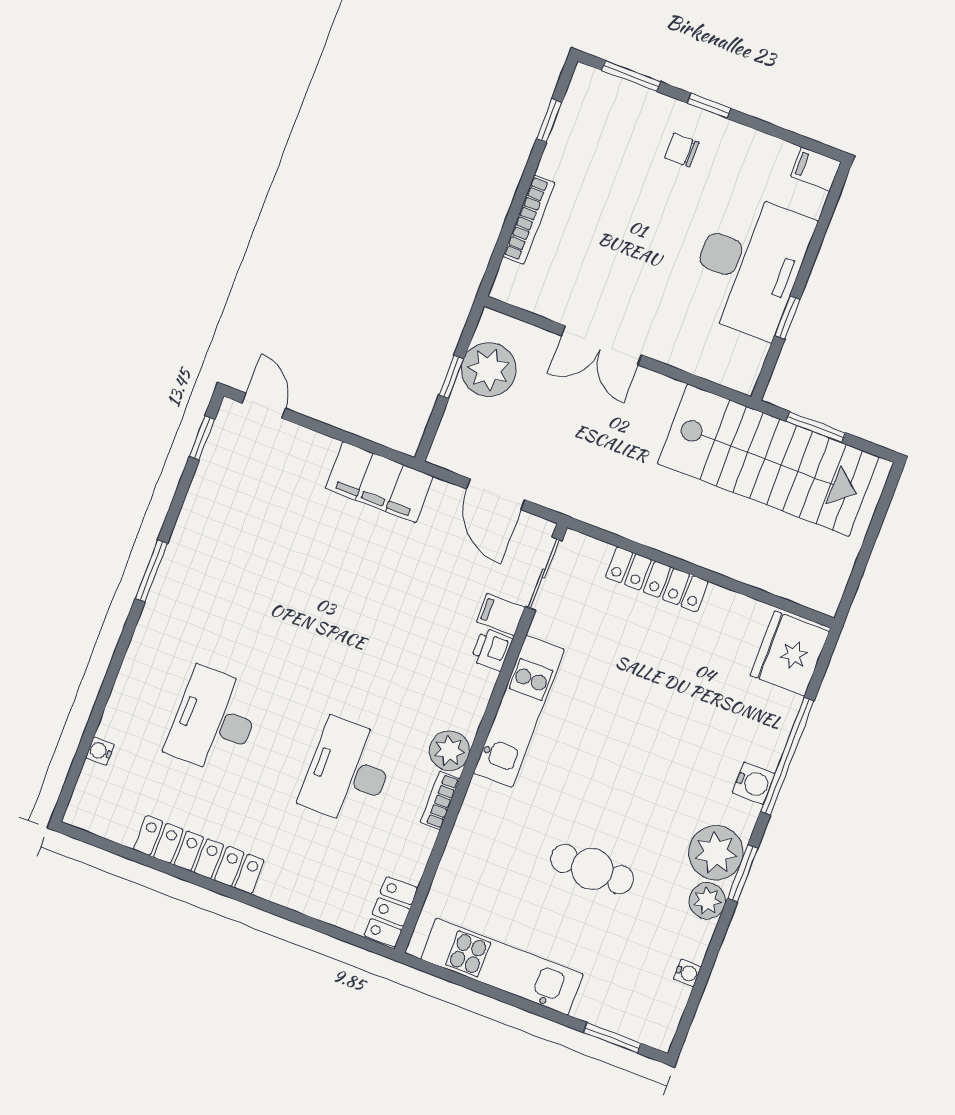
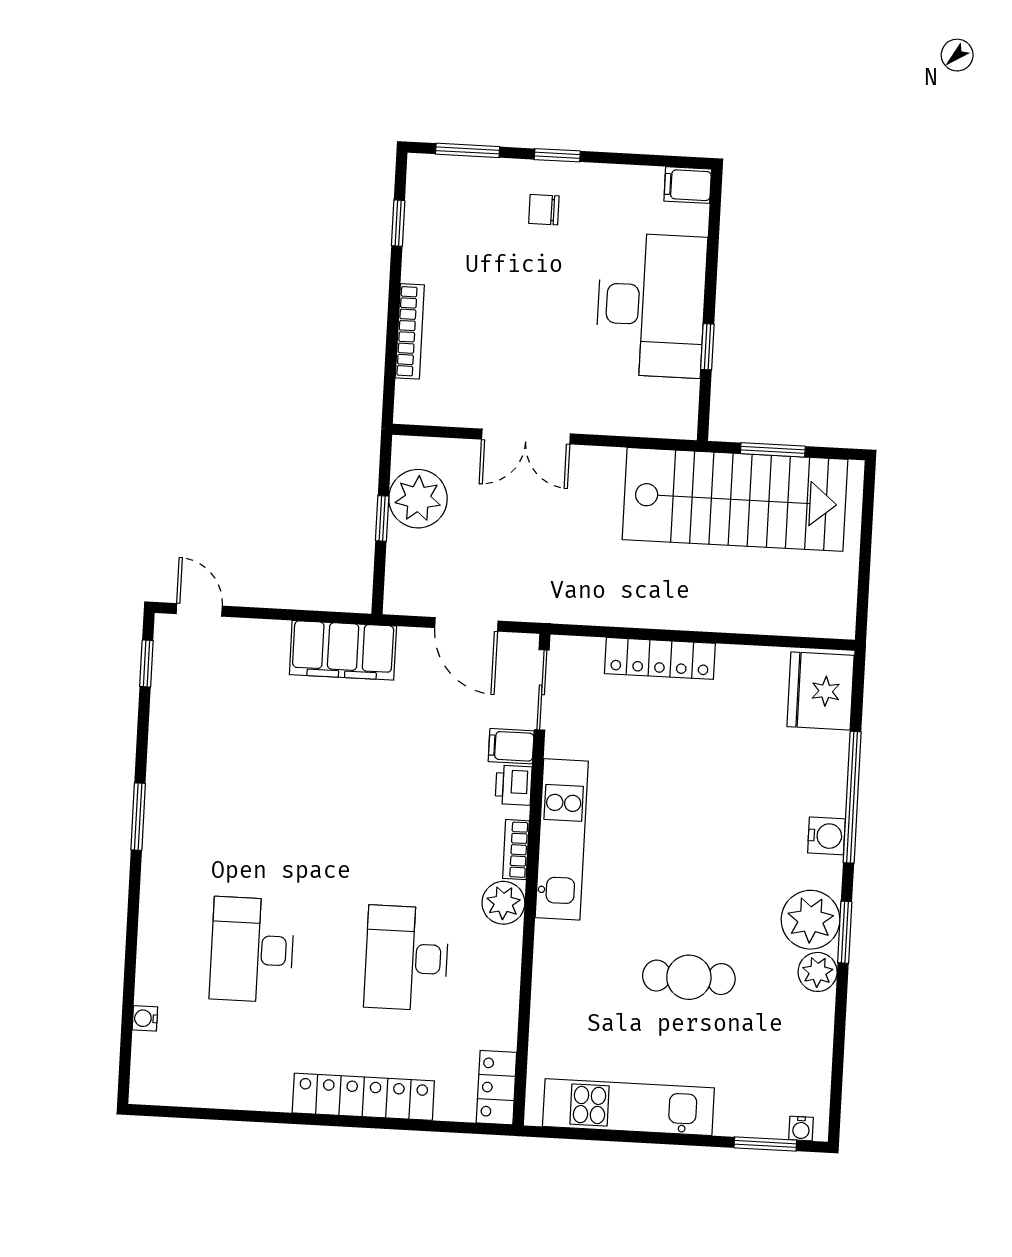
bookcase: (440, 800) -> (516, 850), moved
locker: (199, 855) -> (363, 1097), moved
water cooler: (687, 973) -> (801, 1129), moved, turned 90

